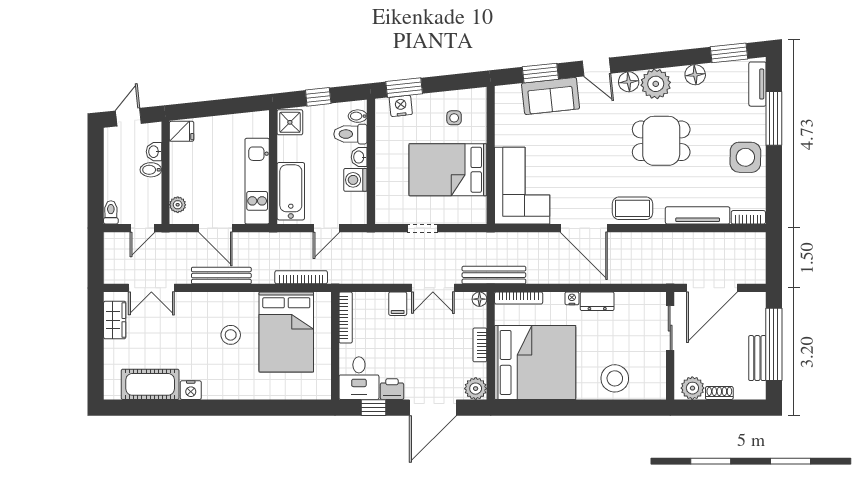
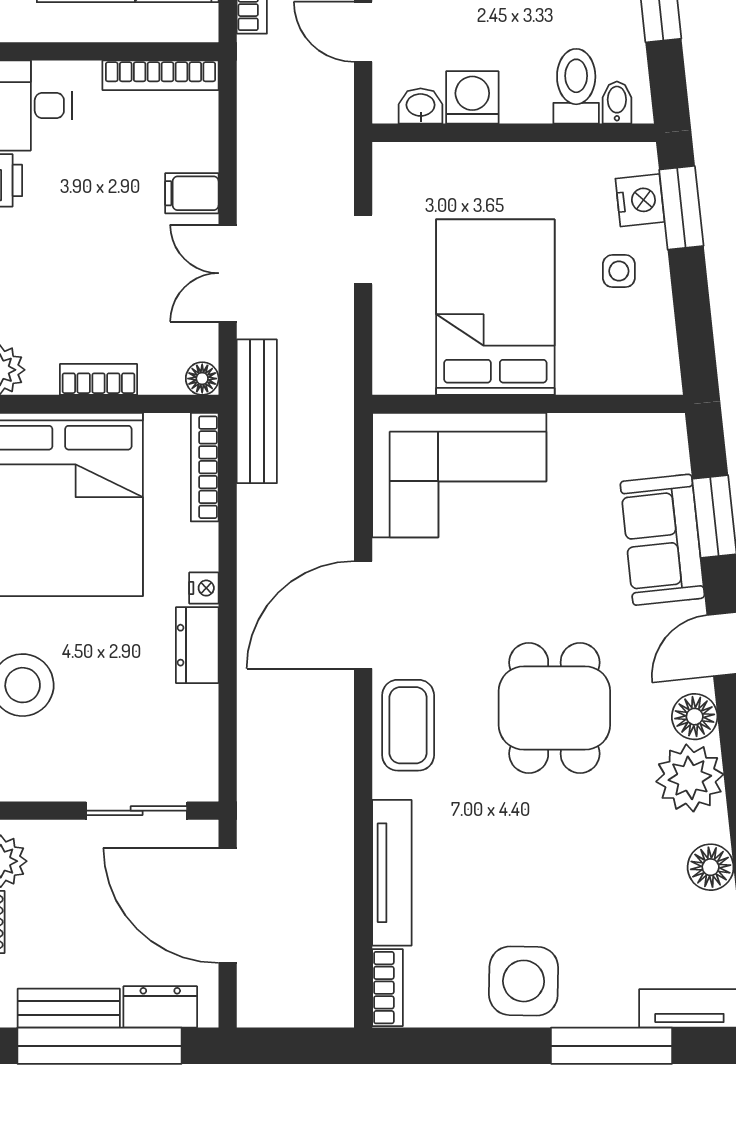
side table: (454, 118) -> (619, 271), moved
dining table: (661, 141) -> (554, 708), moved
washbasin: (359, 157) -> (421, 106), moved
dresser: (757, 318) -> (160, 1007), added

